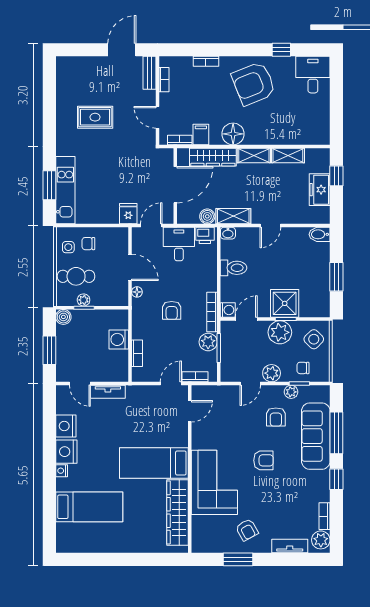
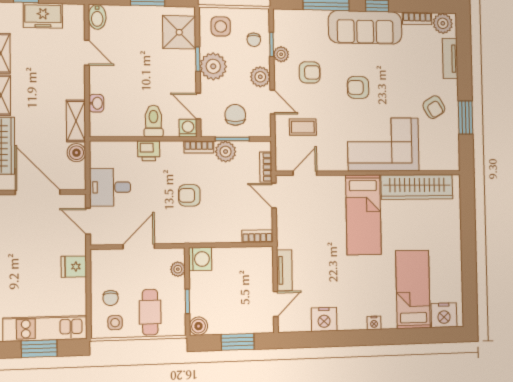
fridge: (128, 214) -> (74, 267), moved
door: (270, 226) -> (87, 53), moved
washbasin: (228, 233) -> (96, 103), moved
printer: (205, 235) -> (149, 151), moved, turned 90
toilet: (233, 268) -> (153, 121), moved
floor lamp: (137, 292) -> (168, 238), removed
plant: (84, 300) -> (178, 269), moved
shower: (285, 303) -> (179, 32), moved
armchair: (172, 310) -> (189, 195), turned 180
bookcase: (212, 312) -> (199, 147), width x0.64
washing machine: (119, 339) -> (200, 259), moved, turned -90
side table: (314, 339) -> (221, 26), turned 45
chair: (239, 351) -> (235, 115), added
bookcase: (137, 353) -> (257, 236), moved
coffee table: (229, 410) -> (303, 127), added
door: (190, 411) -> (305, 173), hinge flipped
sofa: (316, 436) -> (365, 27), moved
nightstand: (66, 452) -> (444, 315), moved
armchair: (263, 460) -> (358, 87), turned -90
armchair: (247, 530) -> (434, 107), turned 88

